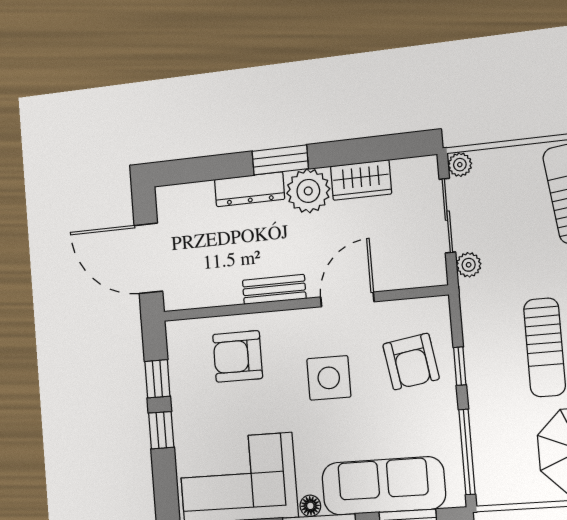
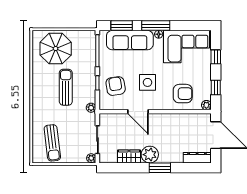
dresser: (249, 189) -> (197, 158), moved
plant: (469, 265) -> (91, 108), moved
bench: (274, 289) -> (166, 118), removed
door: (347, 299) -> (138, 112), hinge flipped
plant: (177, 332) -> (206, 105), added
window: (161, 430) -> (216, 57), moved

